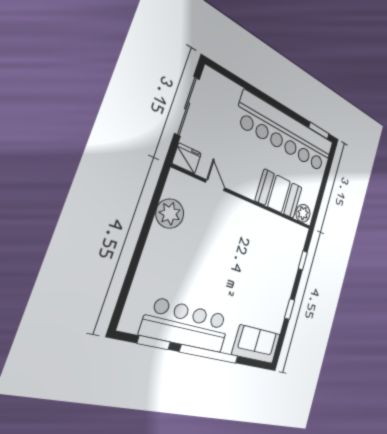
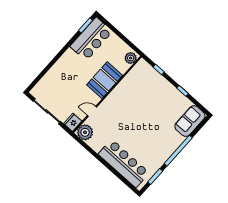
bar counter: (287, 133) -> (91, 39), width x0.54
booth: (279, 194) -> (105, 80), moved
plant: (170, 214) -> (85, 132), moved
bar counter: (187, 325) -> (124, 163), moved, turned 90

